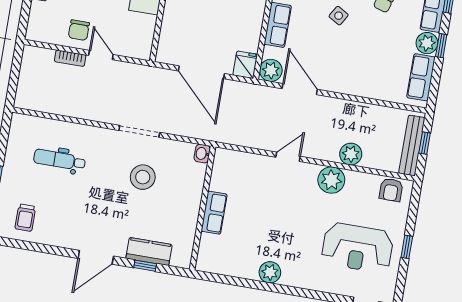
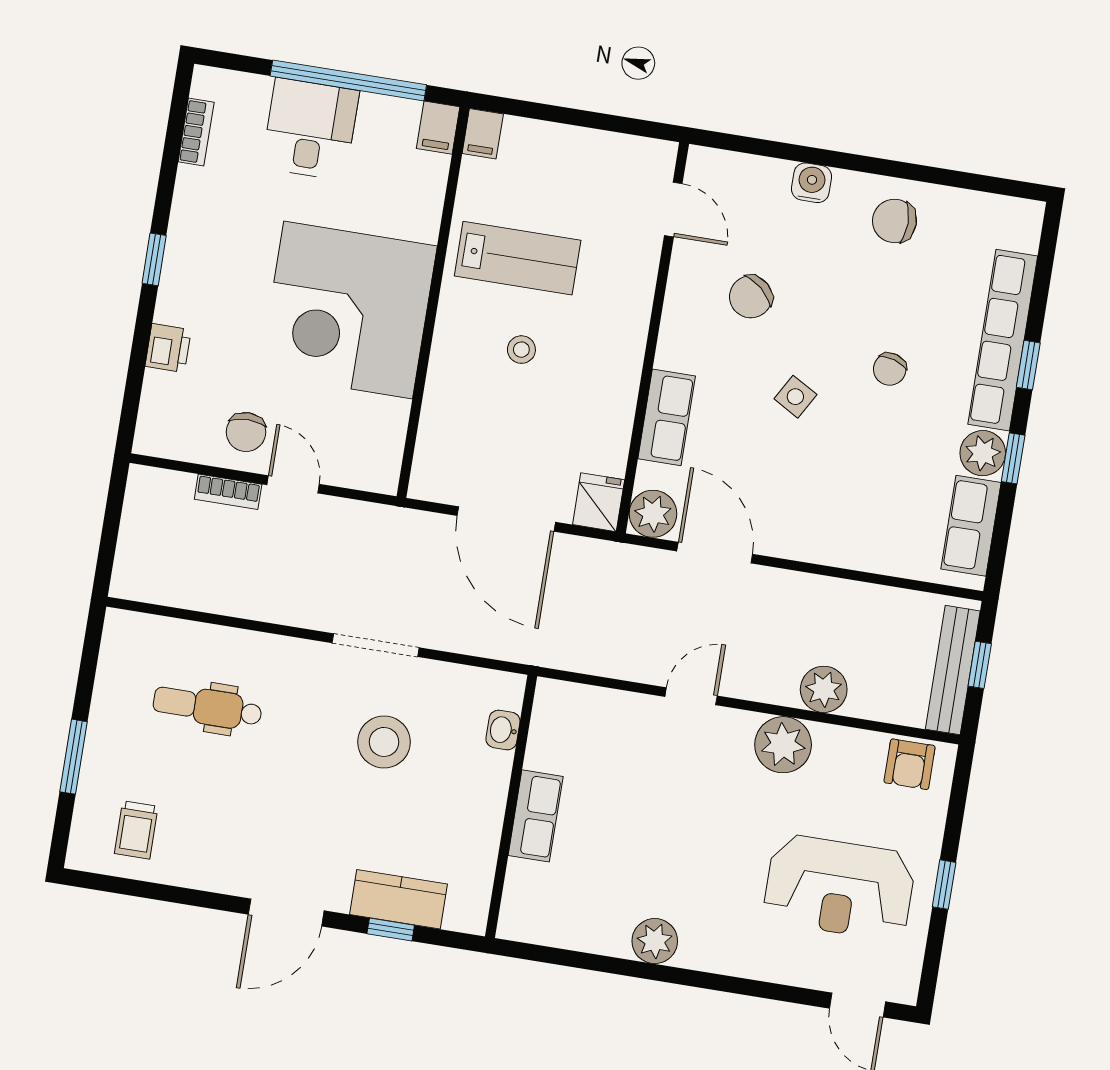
washbasin: (202, 154) -> (503, 730), moved

